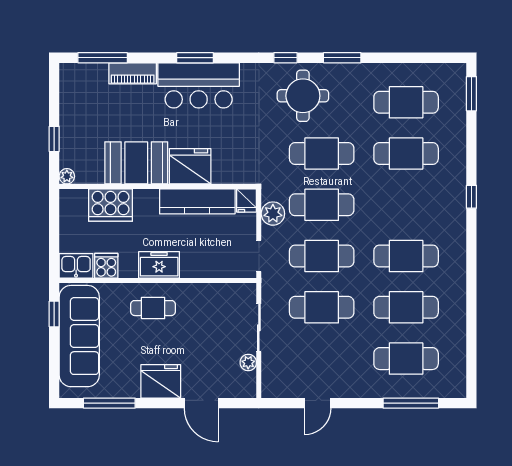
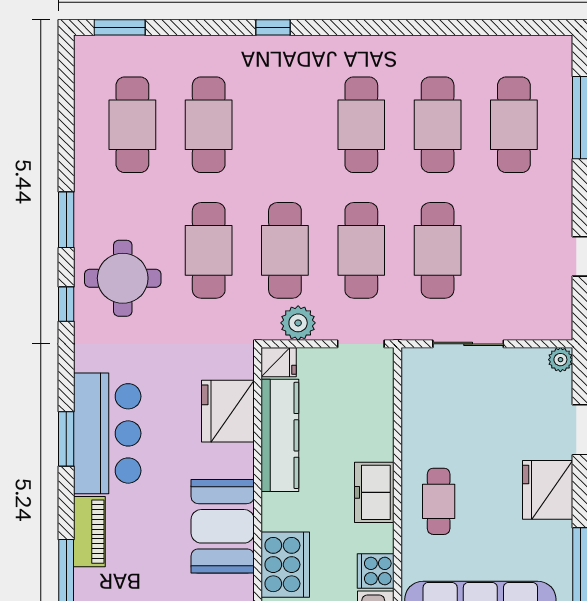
fridge: (190, 166) -> (228, 411), moved
plant: (248, 362) -> (560, 360), moved

